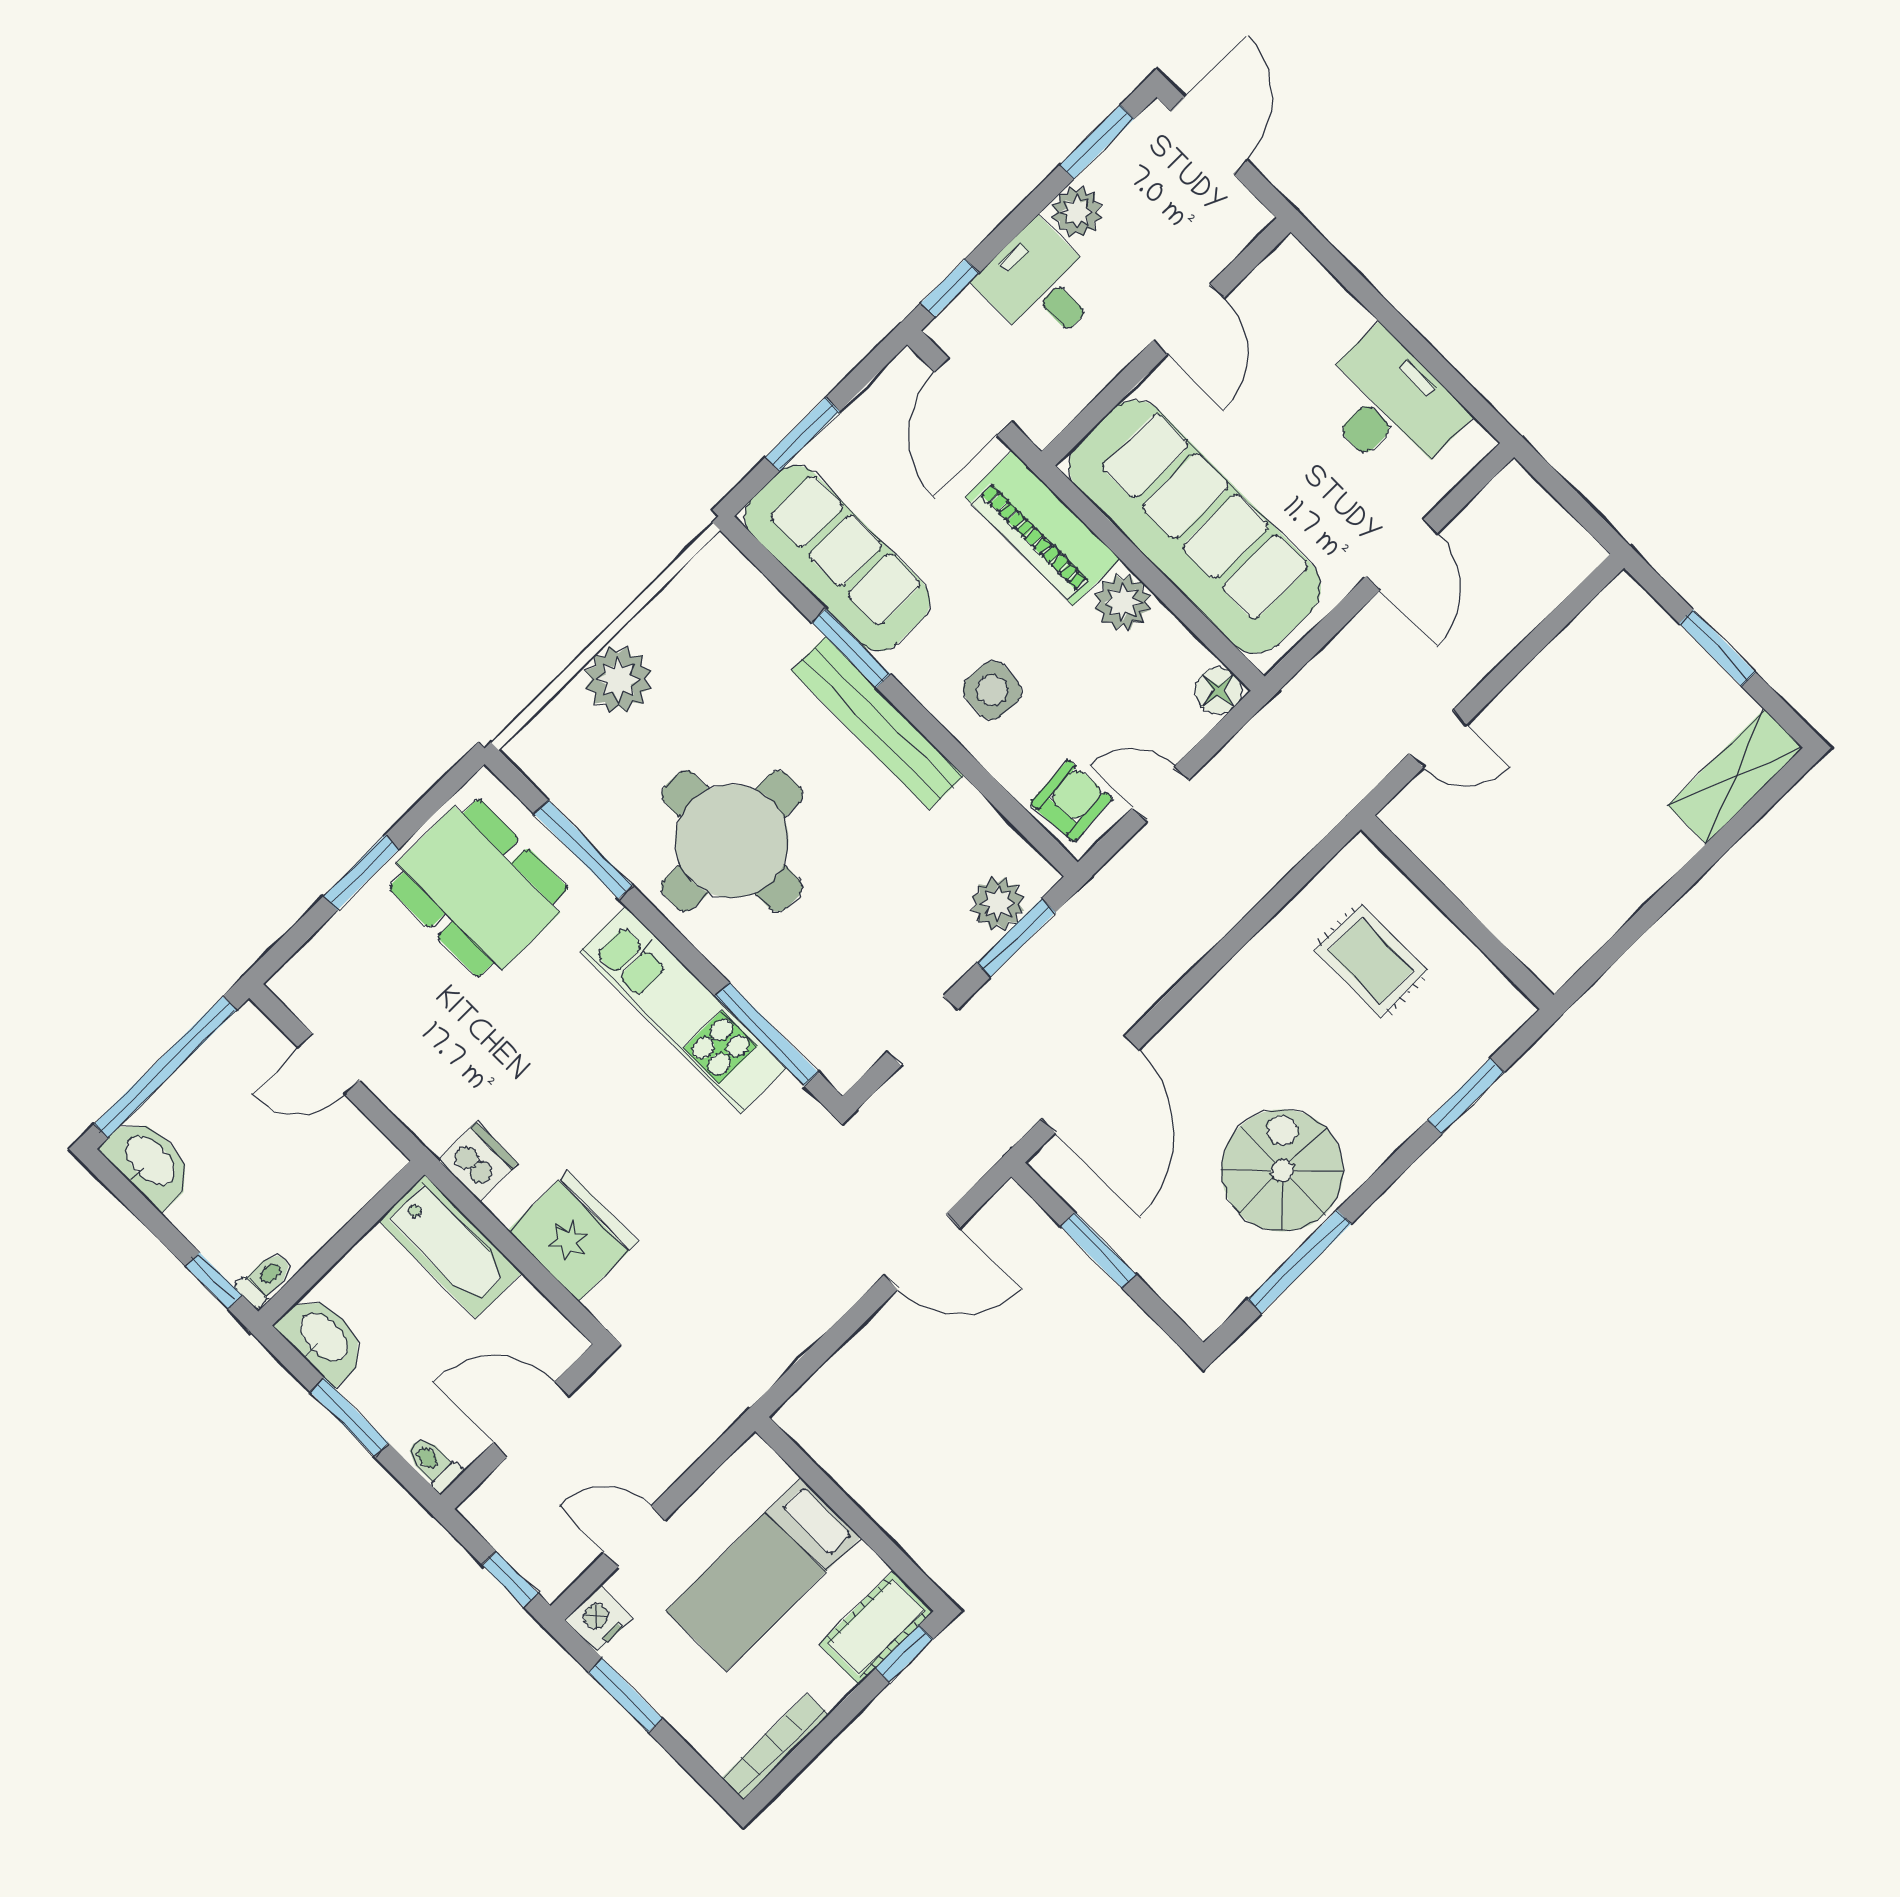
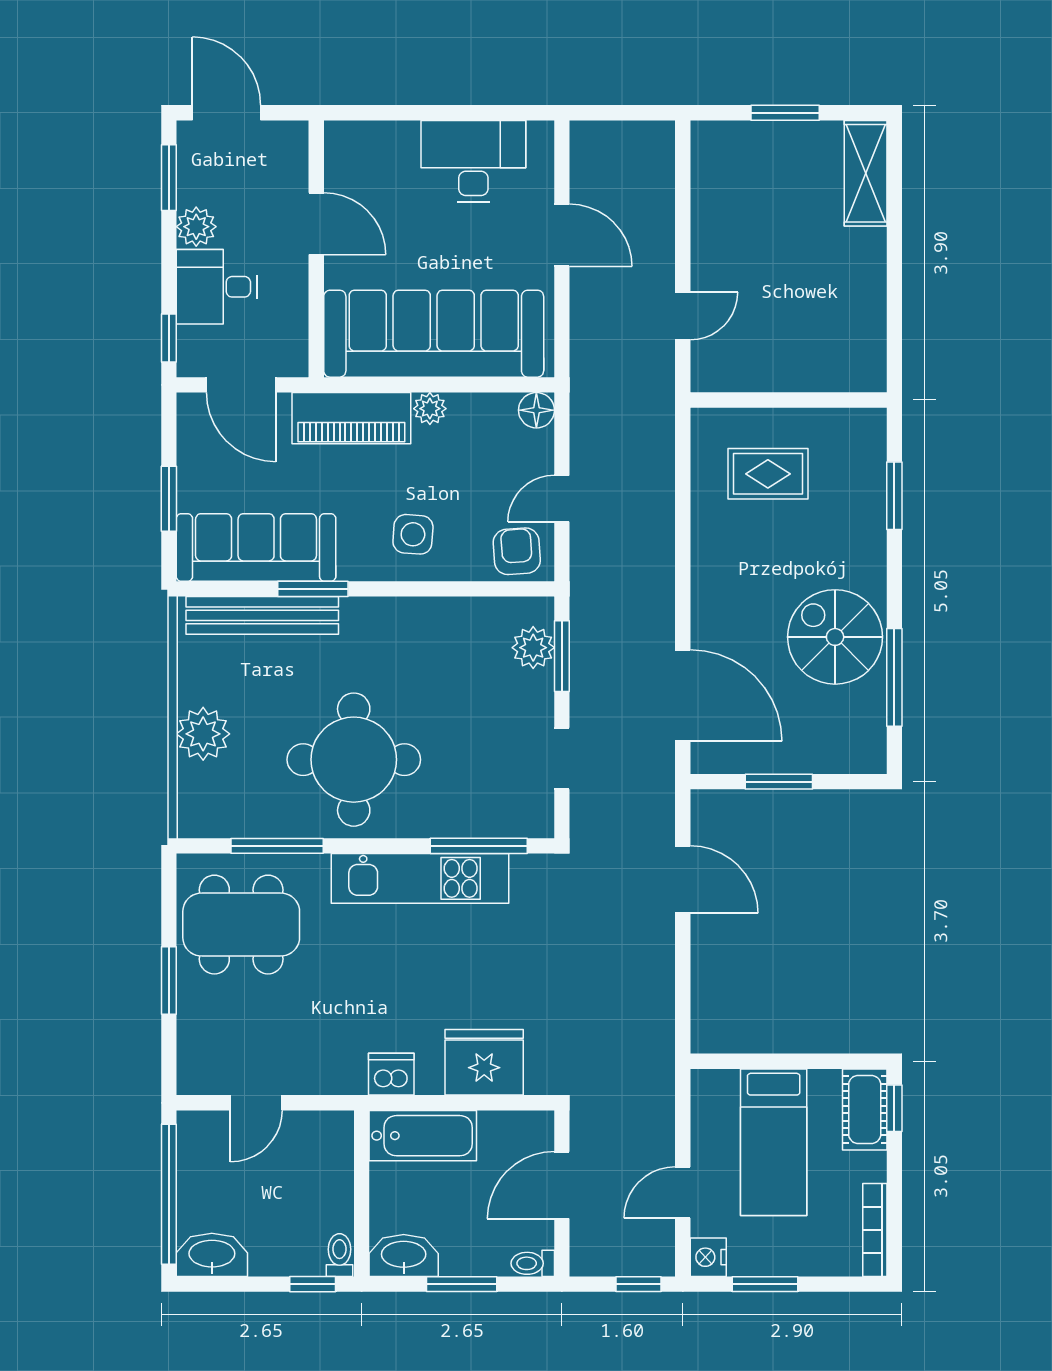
plant: (1123, 602) -> (430, 409), width x0.73, depth x0.73
bench: (878, 723) -> (262, 615), moved
door: (922, 1252) -> (683, 879), hinge flipped

